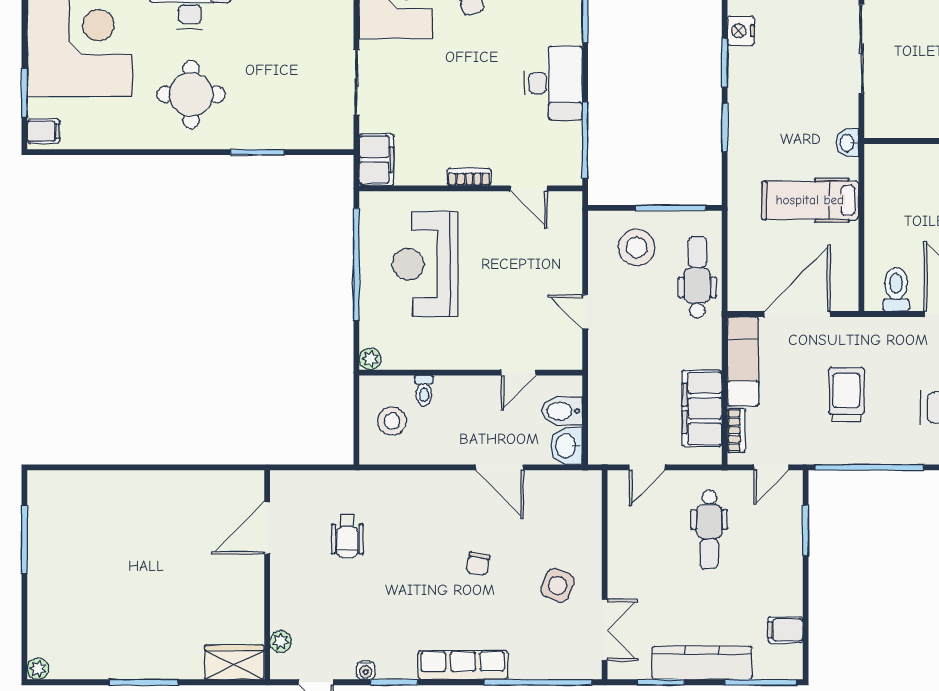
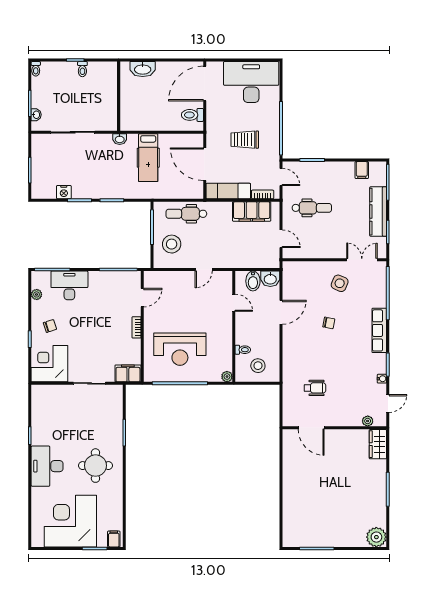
desk: (553, 83) -> (69, 285), moved
plant: (38, 669) -> (376, 537), width x1.87, depth x1.87

